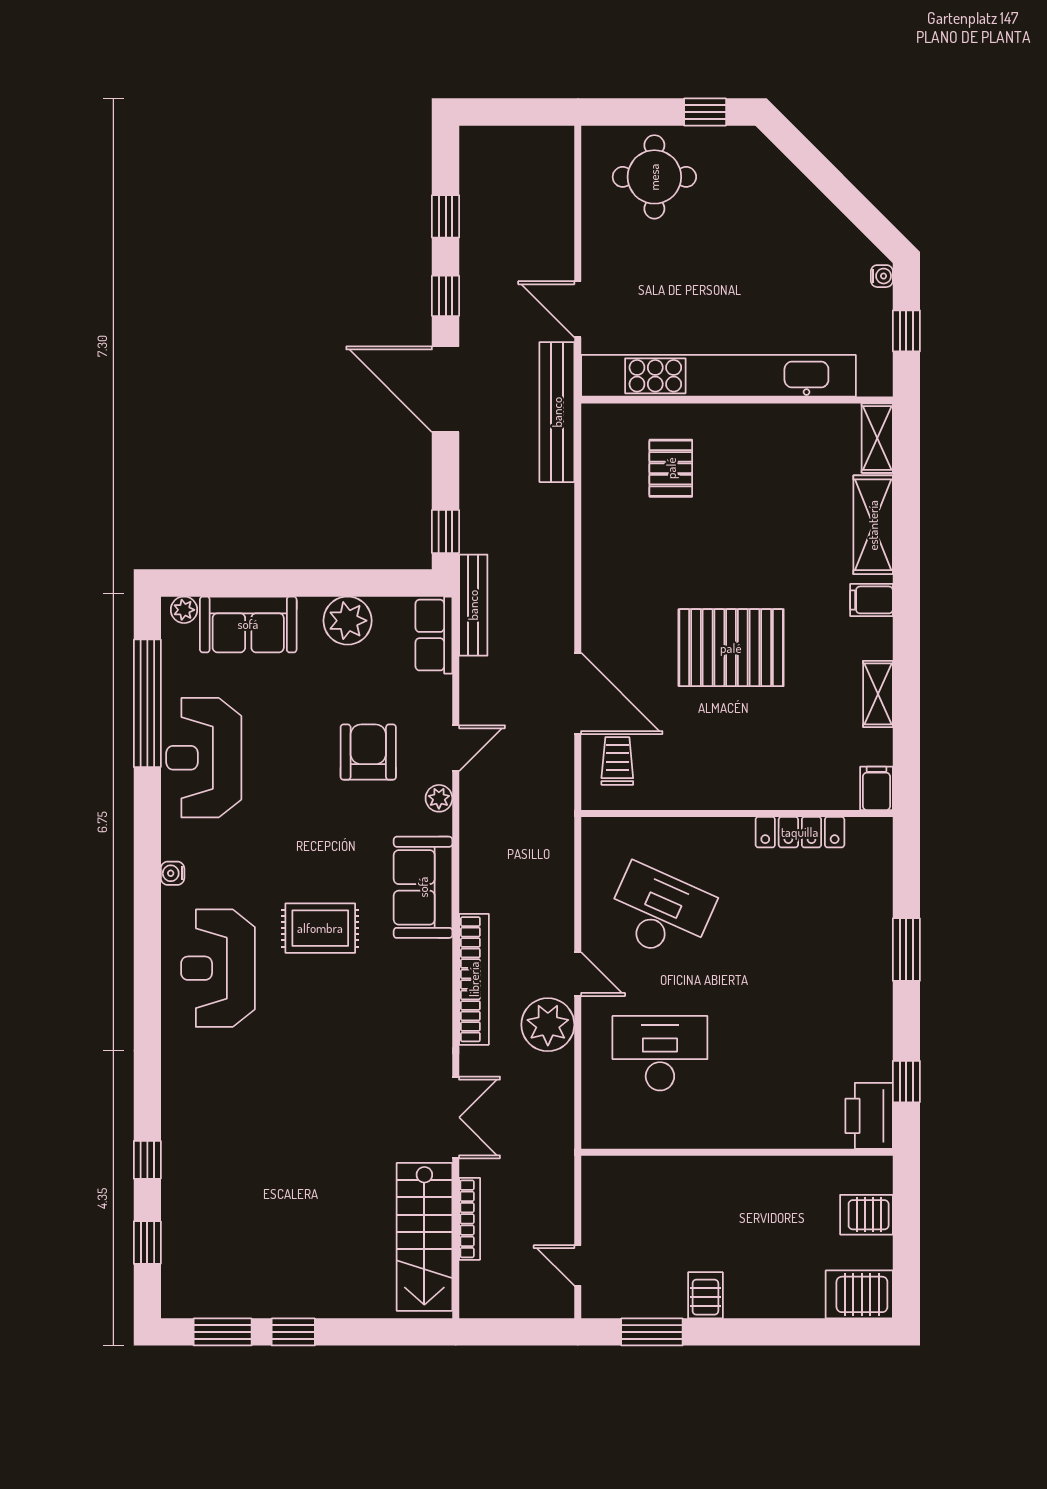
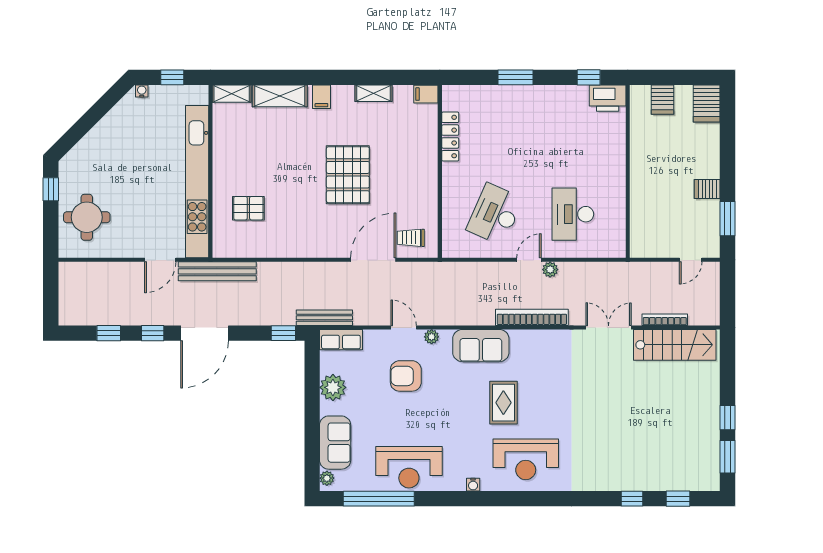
plant: (548, 1025) -> (550, 270), width x0.53, depth x0.53

